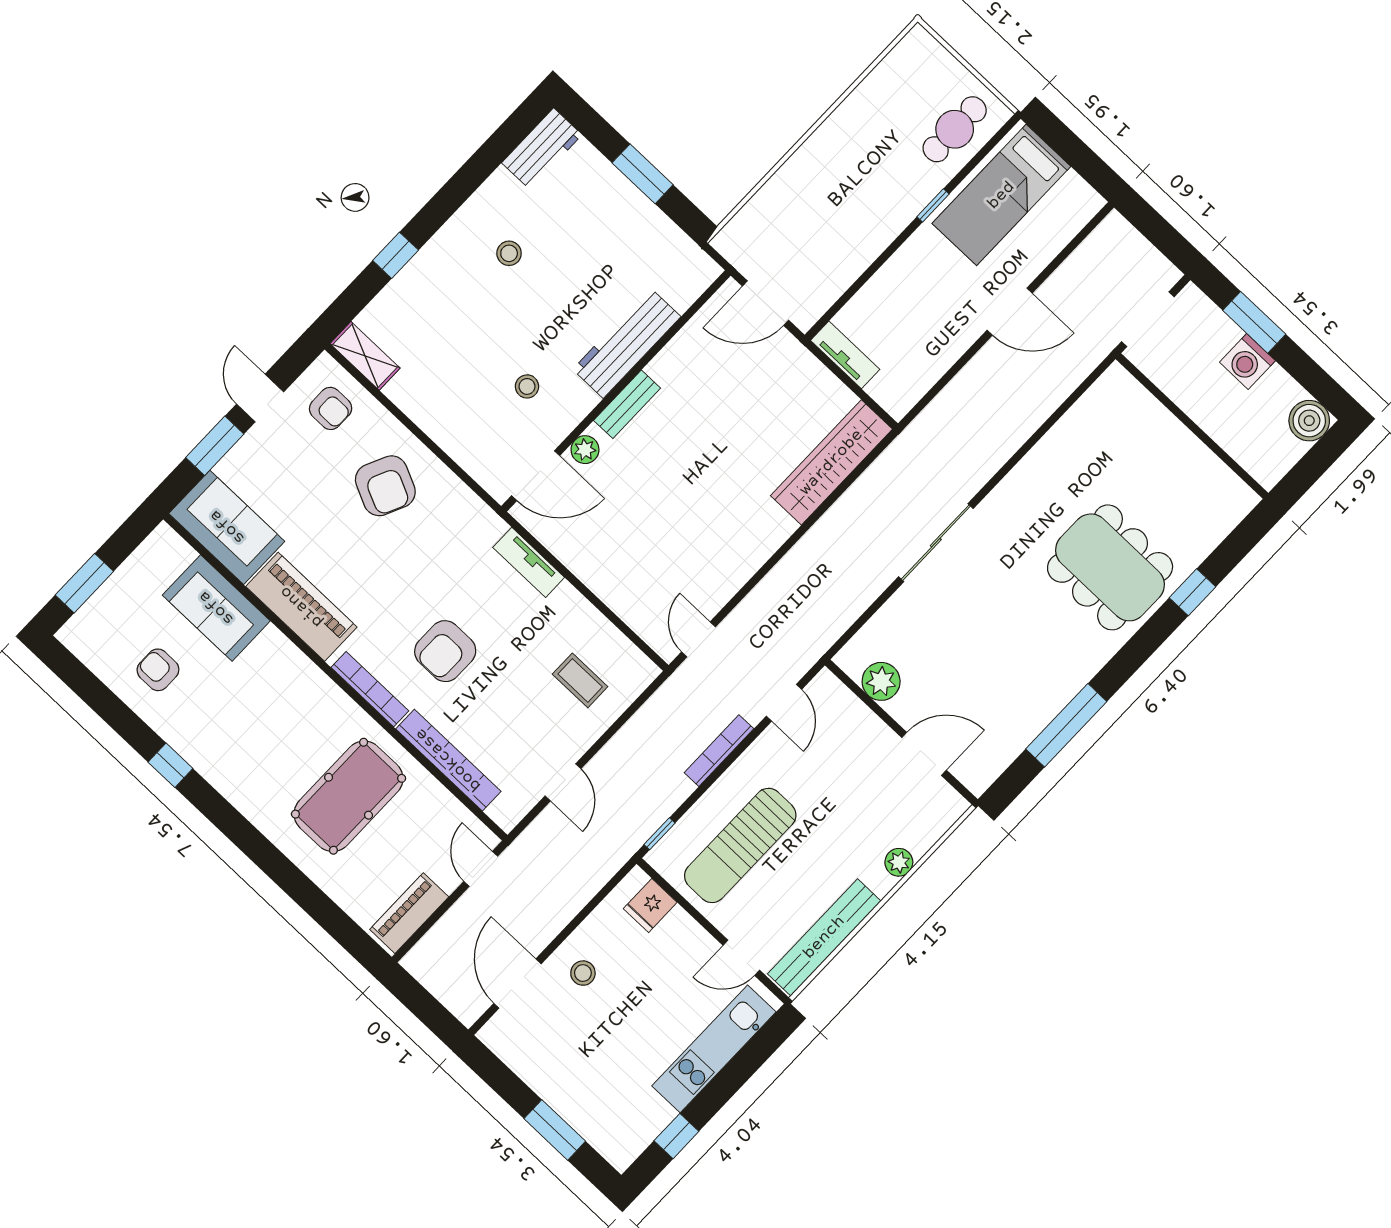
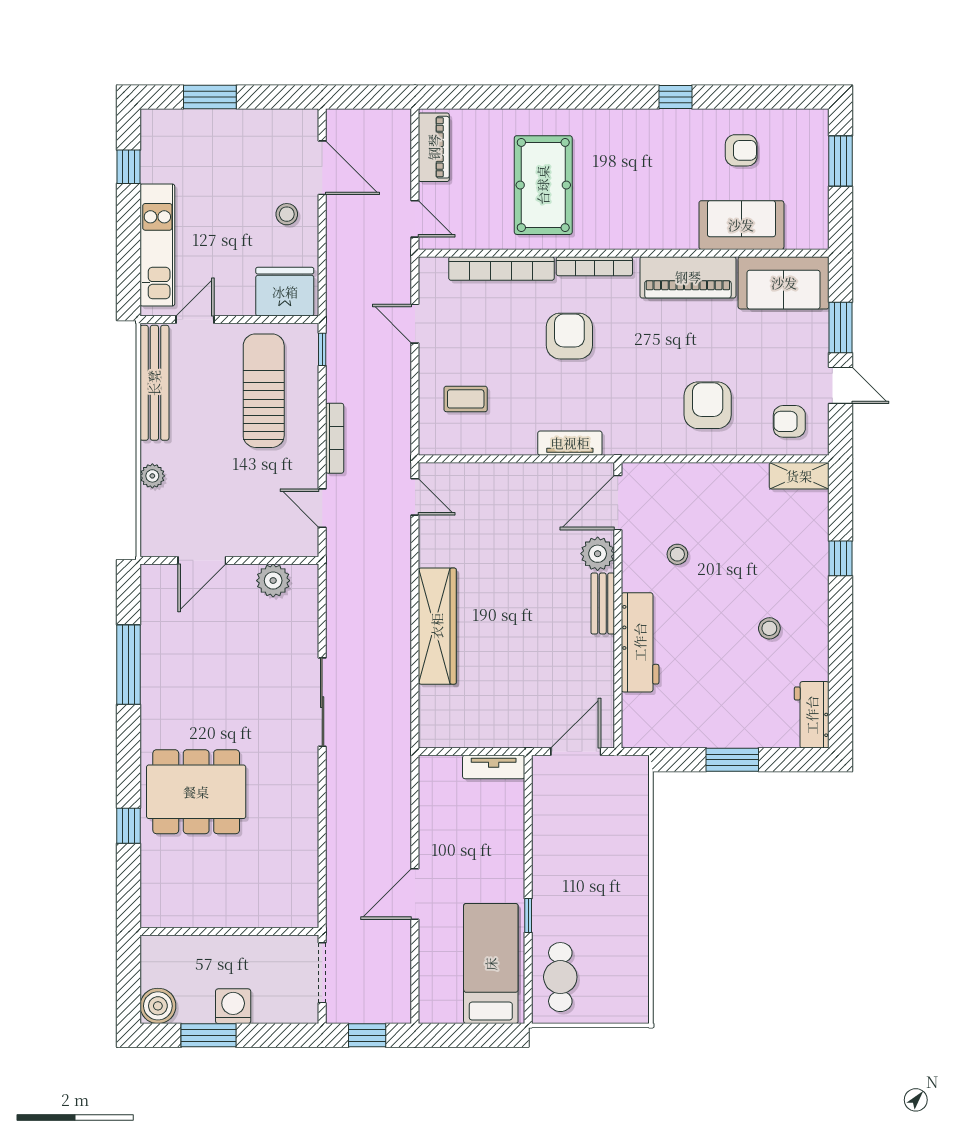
window: (1160, 233) -> (367, 1035), added
window: (1254, 322) -> (209, 1035), moved
plant: (585, 450) -> (598, 554), width x1.38, depth x1.38
wardrobe: (831, 462) -> (437, 626), moved
armchair: (385, 486) -> (708, 405), turned 65
fridge: (650, 905) -> (285, 292), width x1.88, depth x1.34

